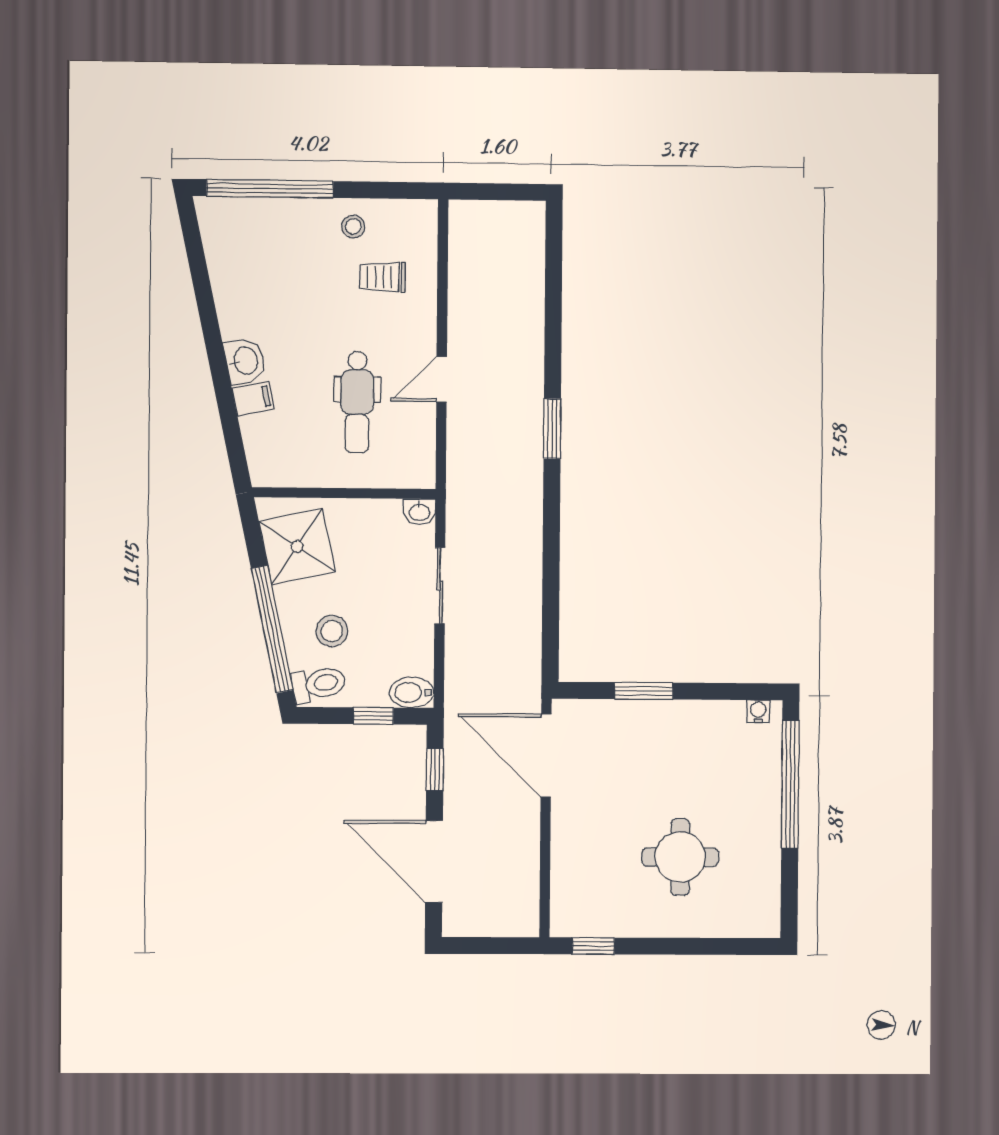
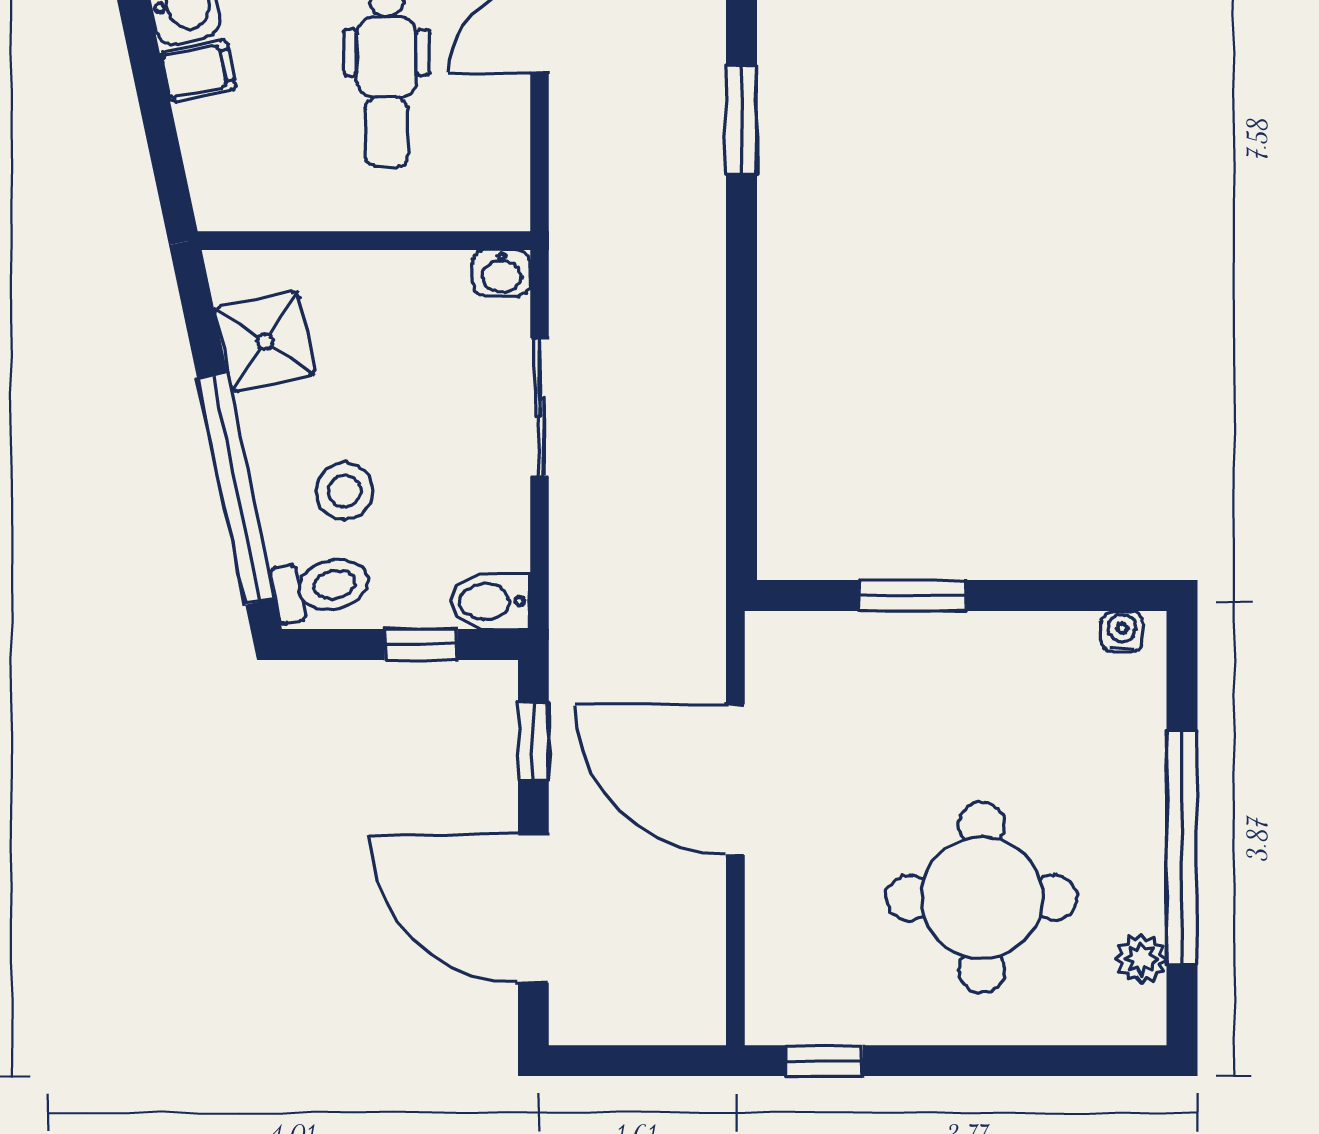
shower: (297, 546) -> (265, 341), width x0.73, depth x0.73
door: (546, 756) -> (735, 780), moved
window: (790, 784) -> (1182, 848), moved
round table: (680, 857) -> (982, 898), width x1.36, depth x1.36
plant: (767, 891) -> (1141, 959), added

